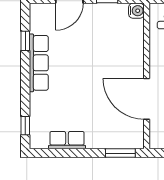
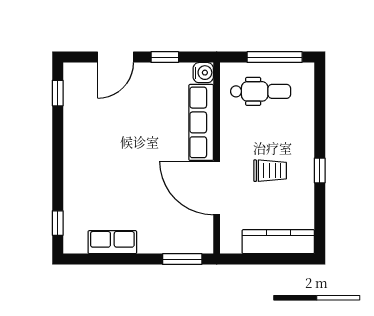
window: (25, 41) -> (58, 93), moved
row of seats: (39, 63) -> (201, 122), moved, turned 180

